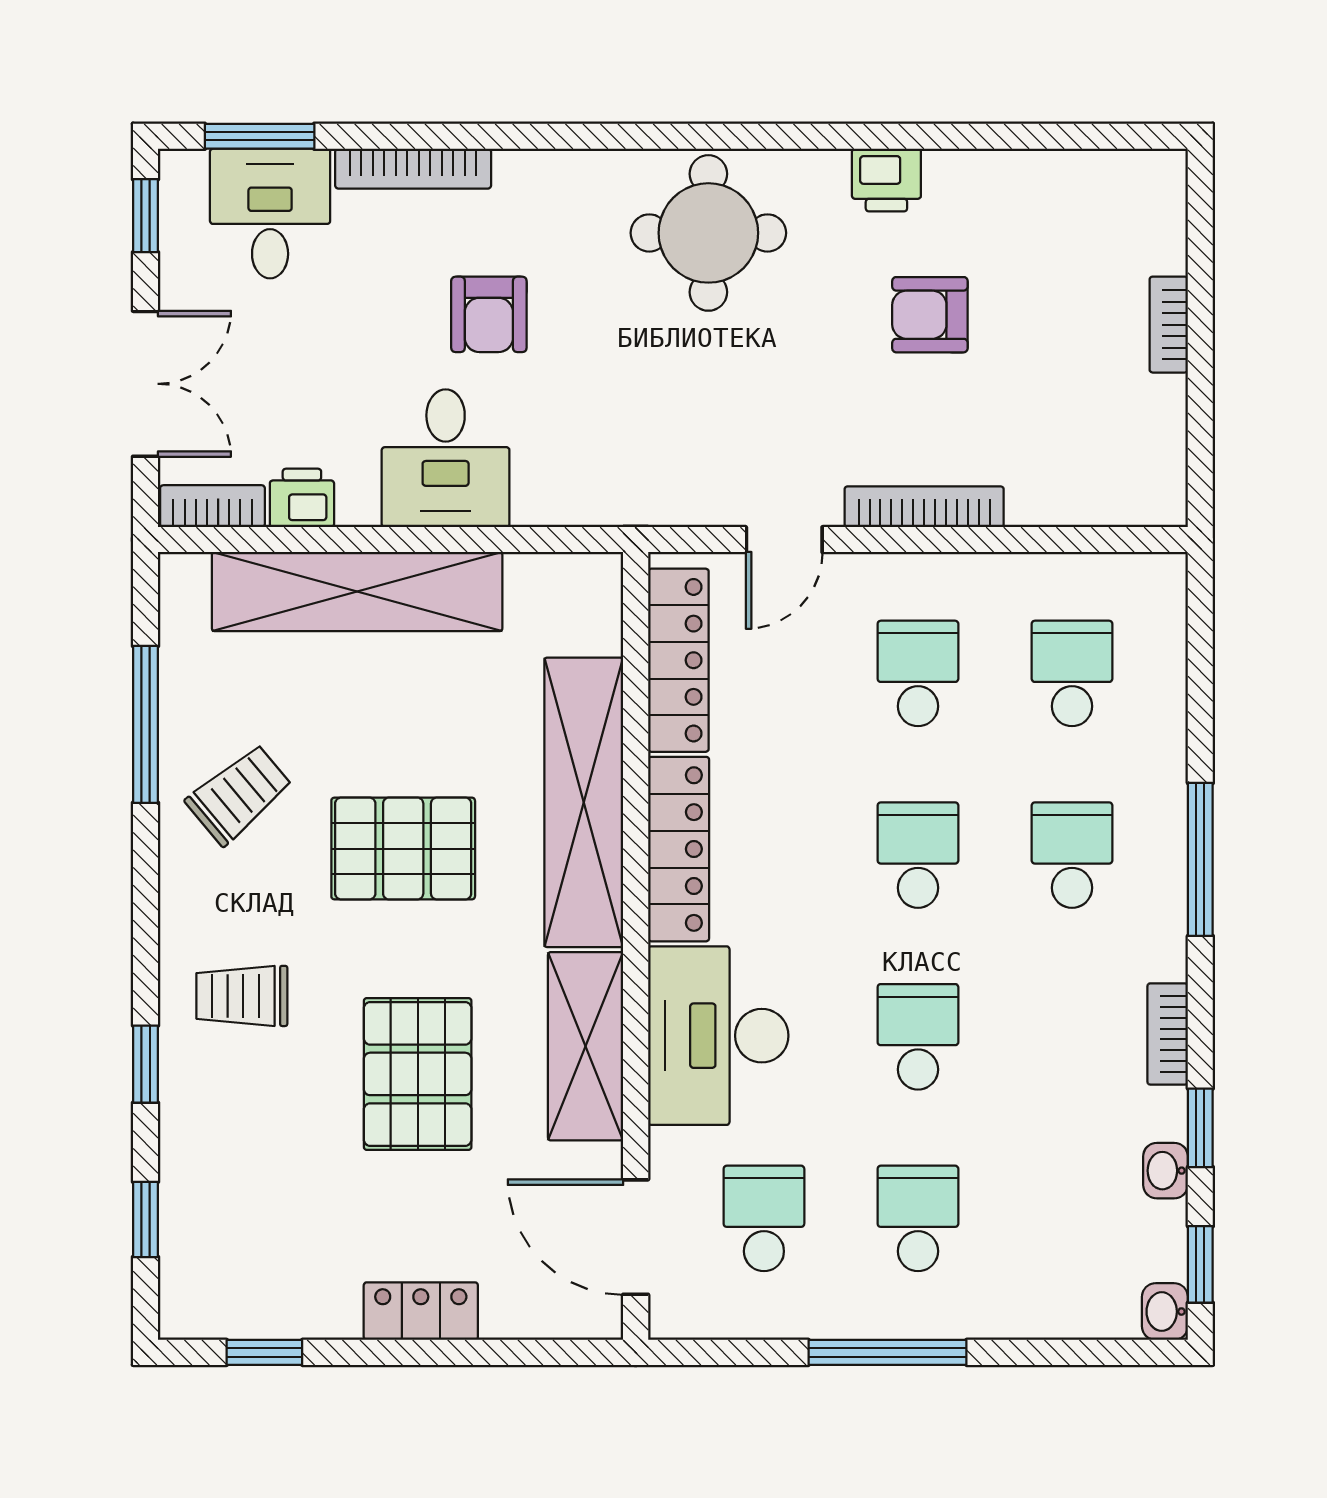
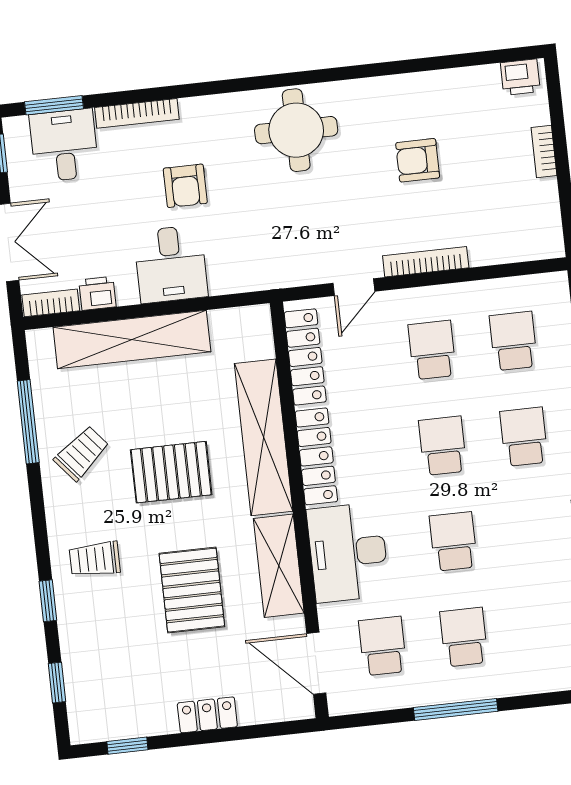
printer: (886, 180) -> (520, 77), moved

